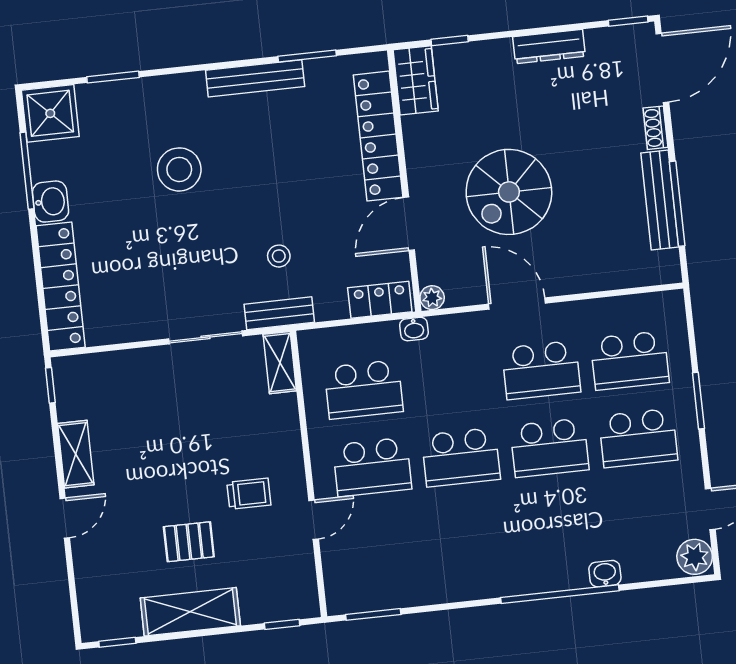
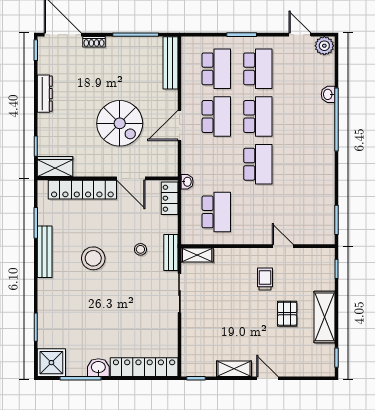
stool: (179, 169) -> (93, 258), moved
bench: (660, 200) -> (170, 63), moved, turned 90
plant: (432, 298) -> (171, 170), removed
school desk: (372, 467) -> (258, 212), removed

